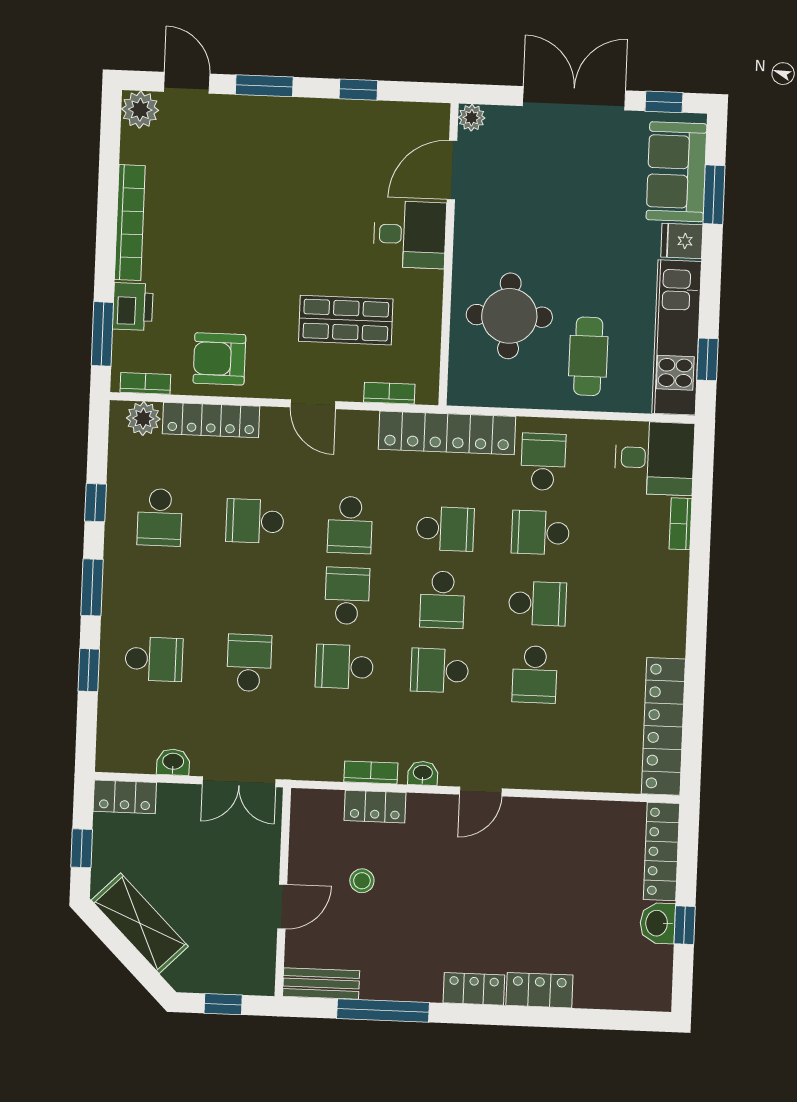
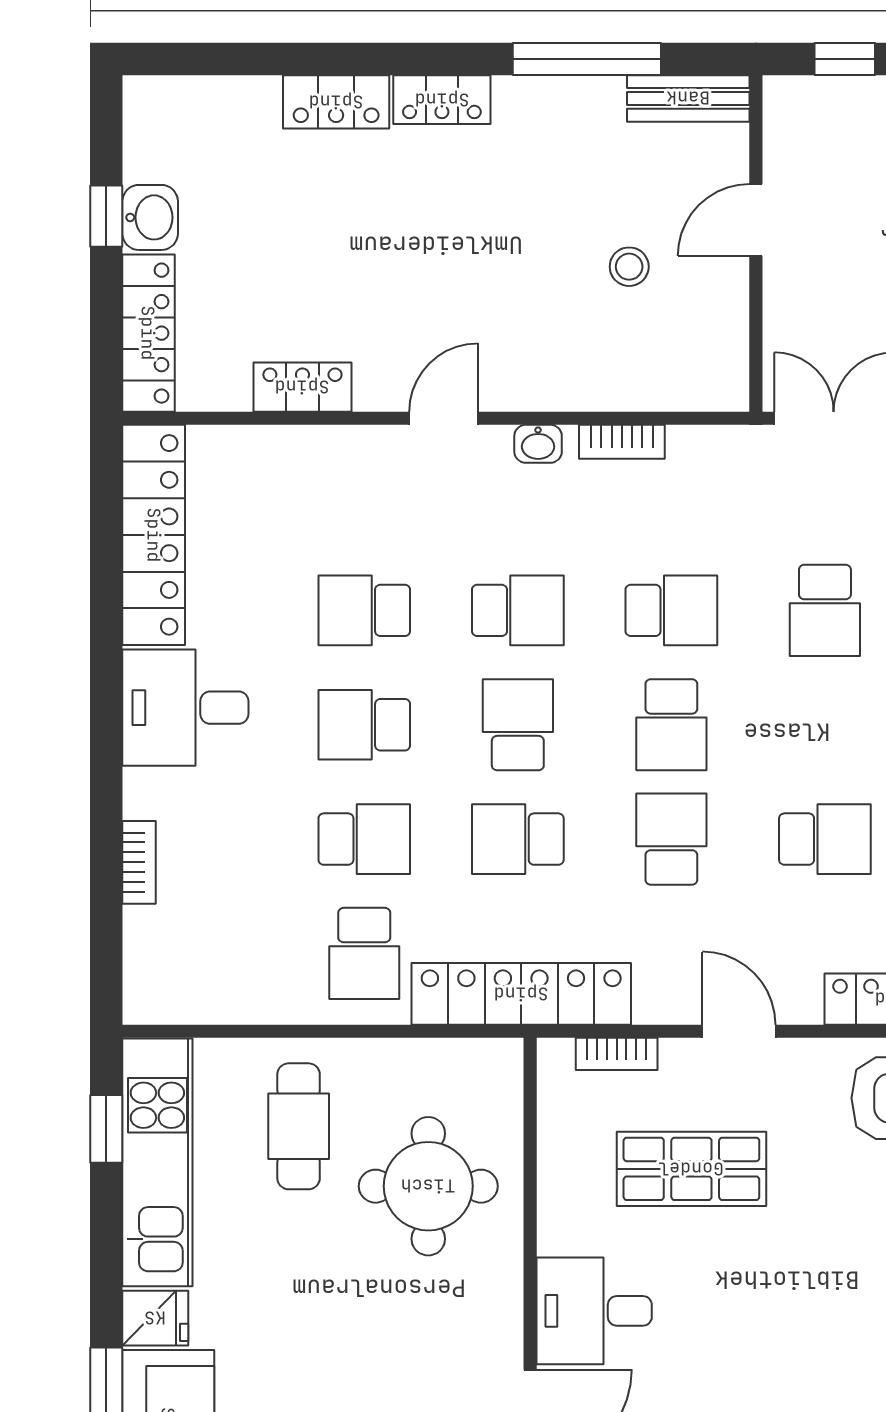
desk: (654, 458) -> (185, 708), moved
school desk: (535, 674) -> (364, 610), turned -90
locker: (375, 807) -> (302, 387), moved

